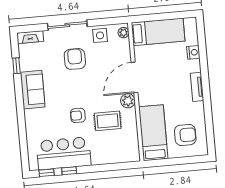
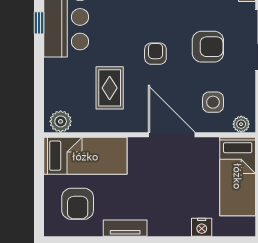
side table: (100, 35) -> (213, 102), moved
tv unit: (197, 87) -> (125, 228), moved
plant: (128, 101) -> (61, 121), moved
armchair: (78, 115) -> (155, 54), moved

